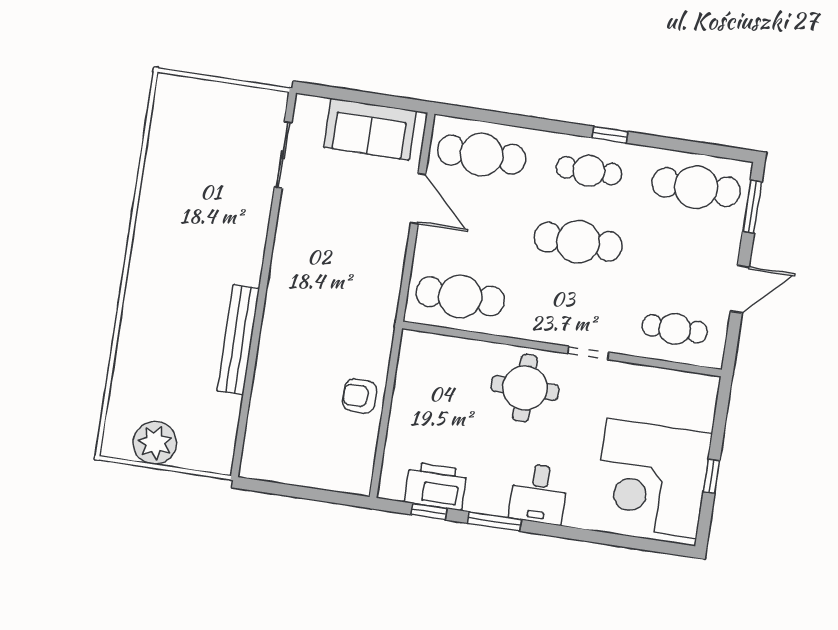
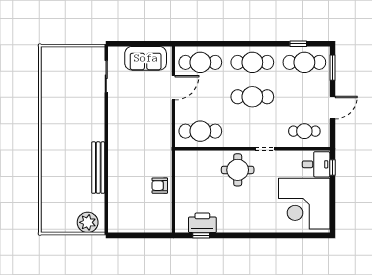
window: (610, 135) -> (298, 44), moved
cafe table: (589, 171) -> (252, 62), width x1.37, depth x1.35
door: (418, 199) -> (173, 88), hinge flipped
plant: (155, 443) -> (88, 222), moved
window: (711, 476) -> (332, 167), moved
desk: (539, 494) -> (316, 164), moved, turned -90
window: (494, 521) -> (233, 235), removed

